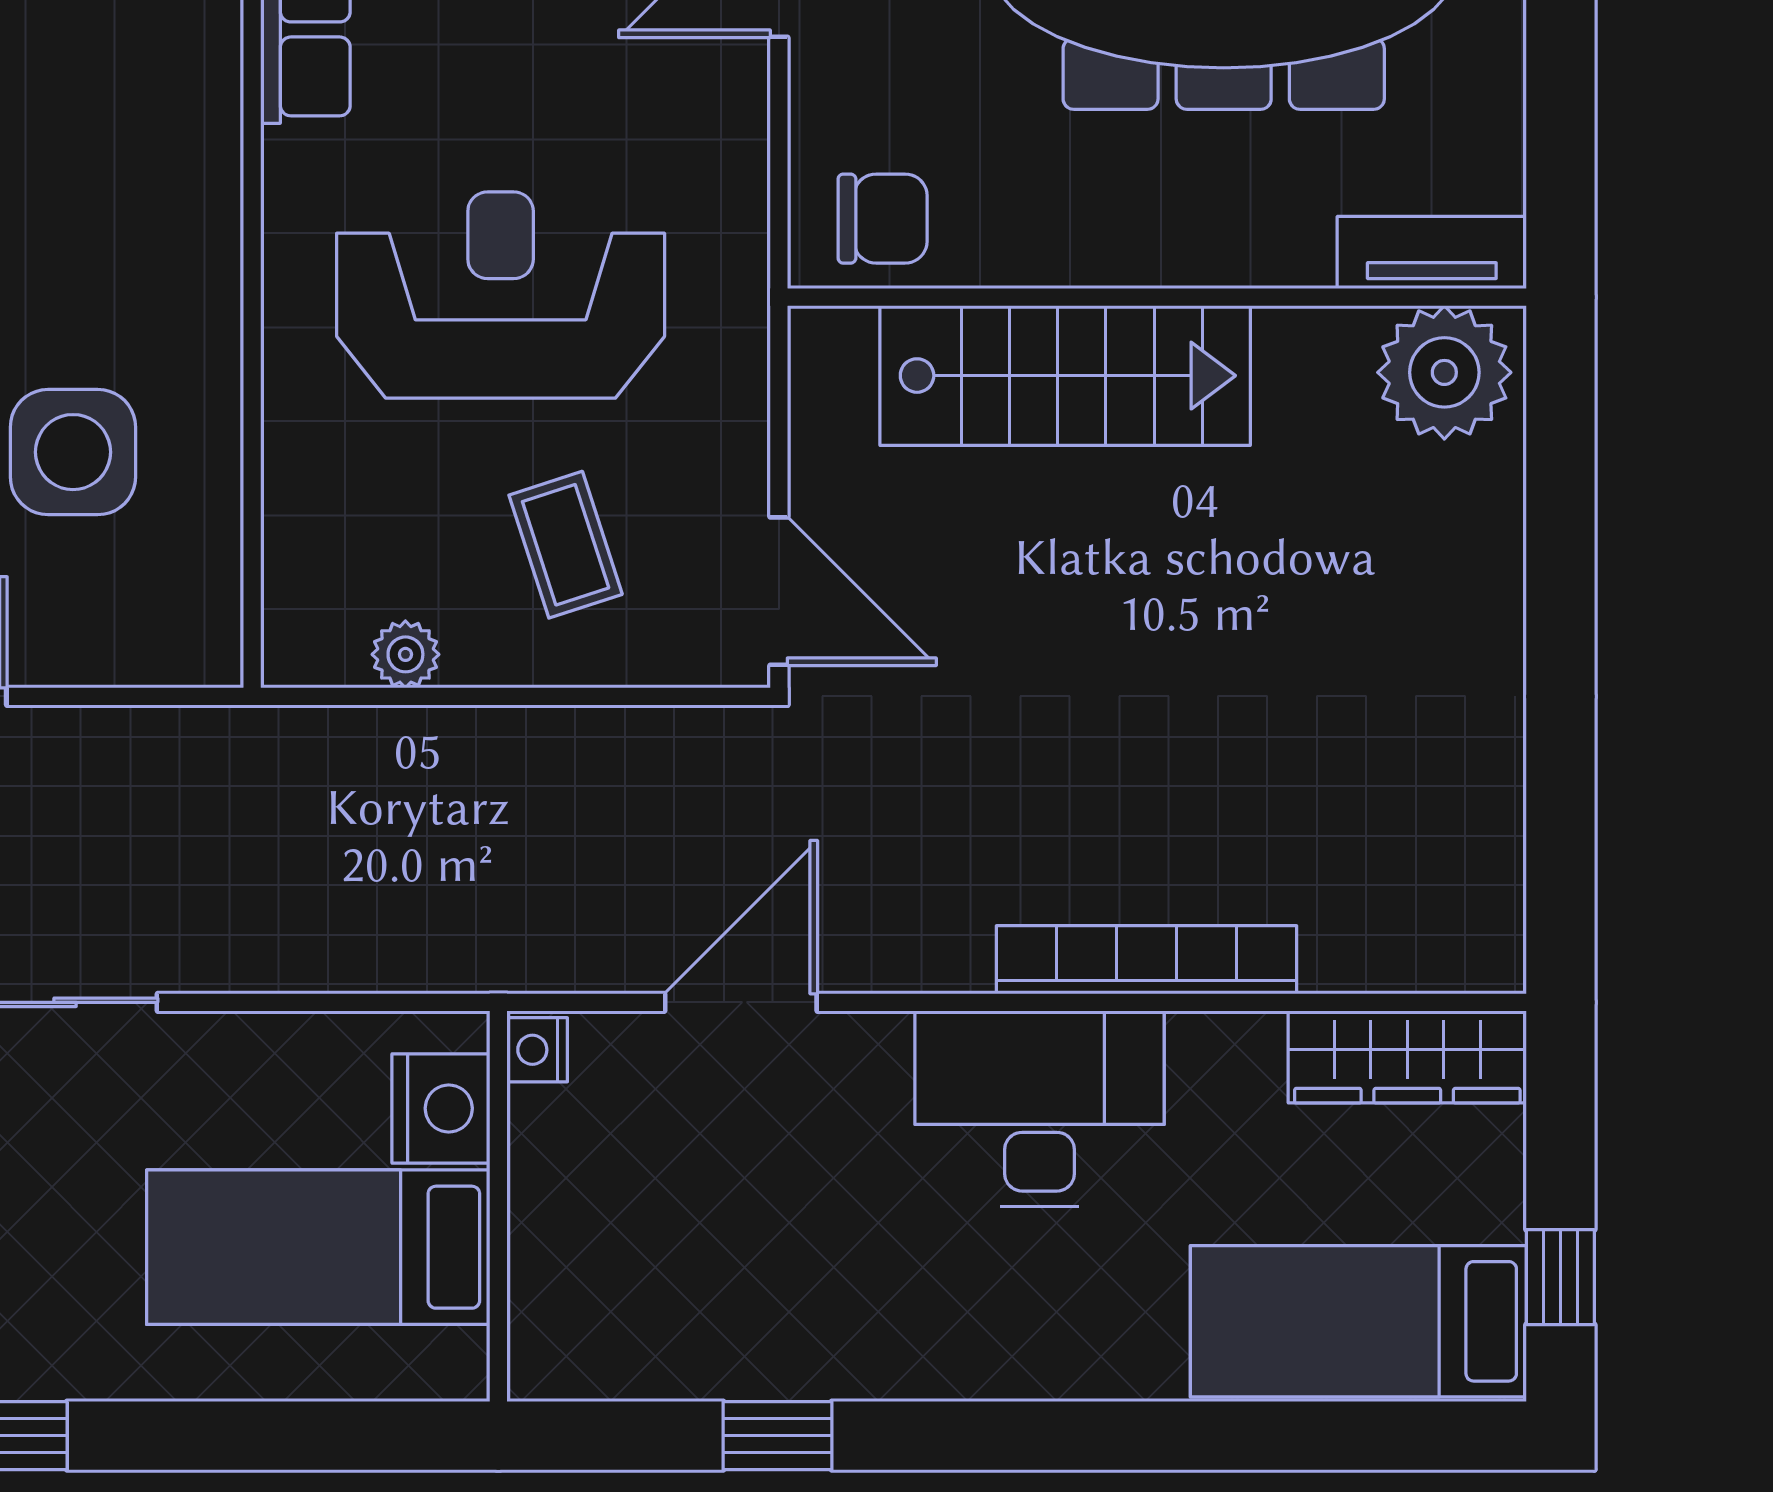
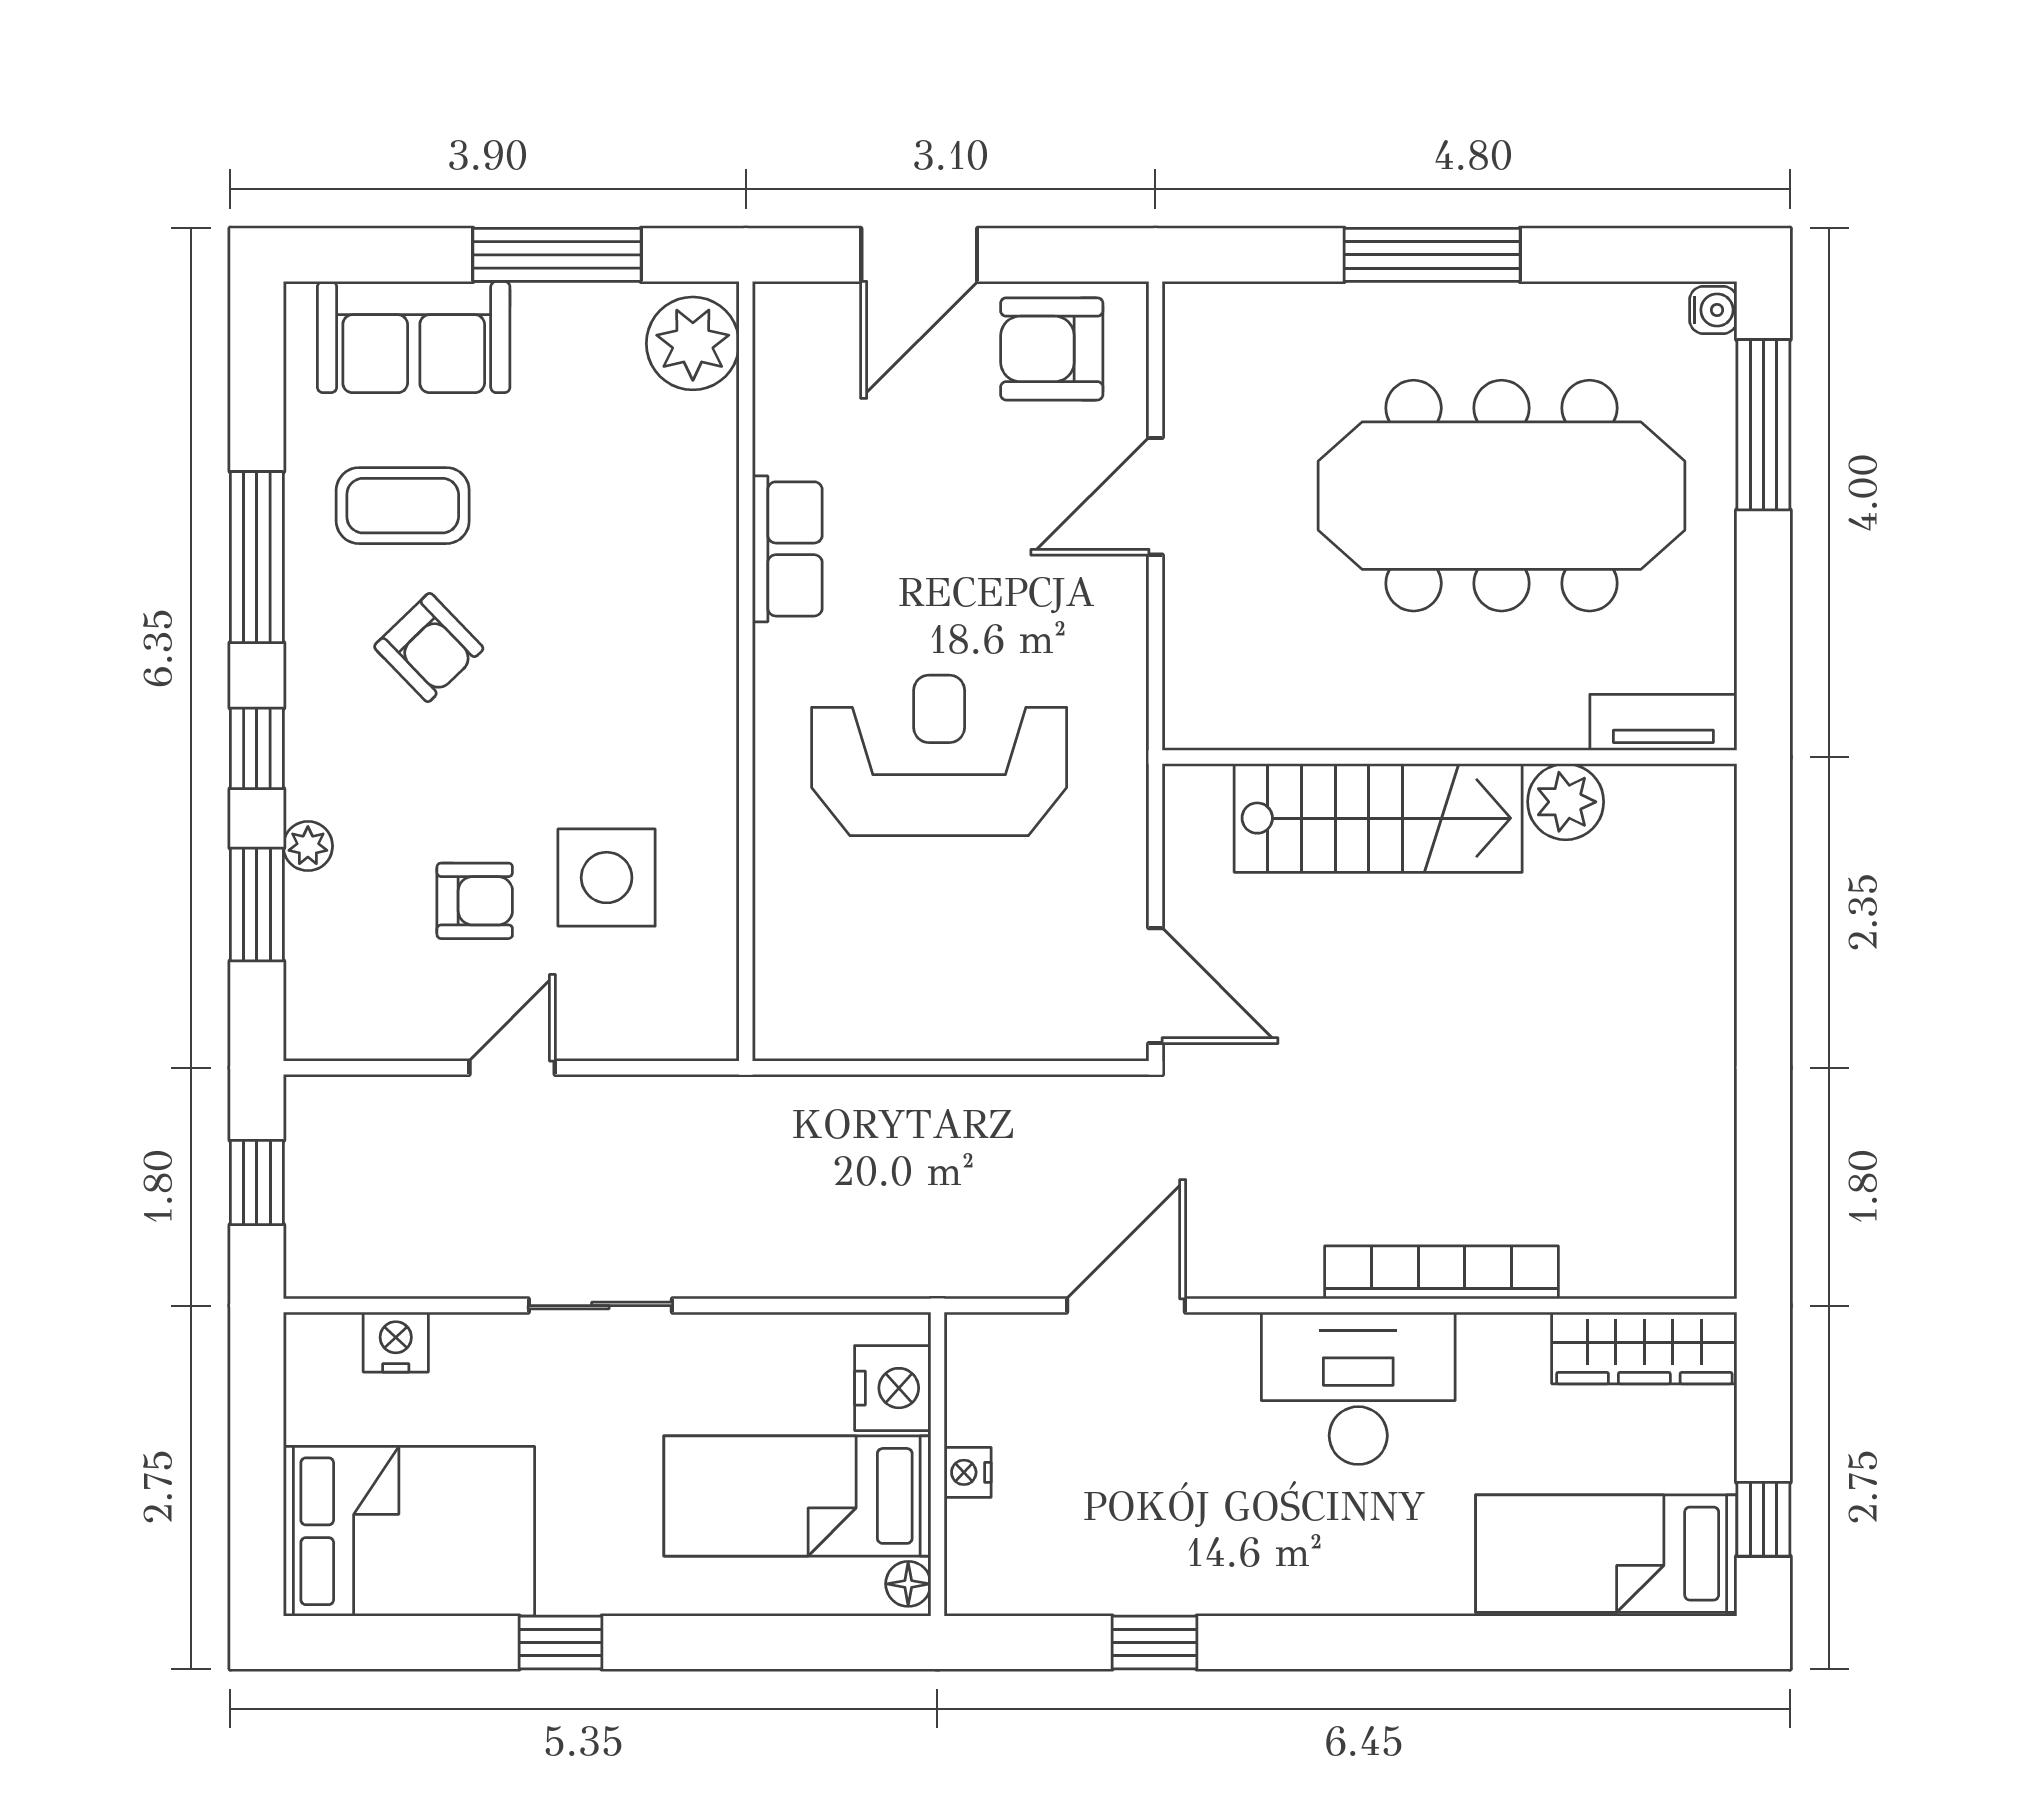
chair: (883, 219) -> (1236, 696), removed
plant: (1444, 372) -> (1566, 802), moved, width x0.73, depth x0.73
coffee table: (566, 545) -> (990, 950), removed
plant: (405, 654) -> (865, 1035), removed
nightstand: (537, 1050) -> (968, 1472), moved
floor lamp: (461, 1360) -> (908, 1584), added

